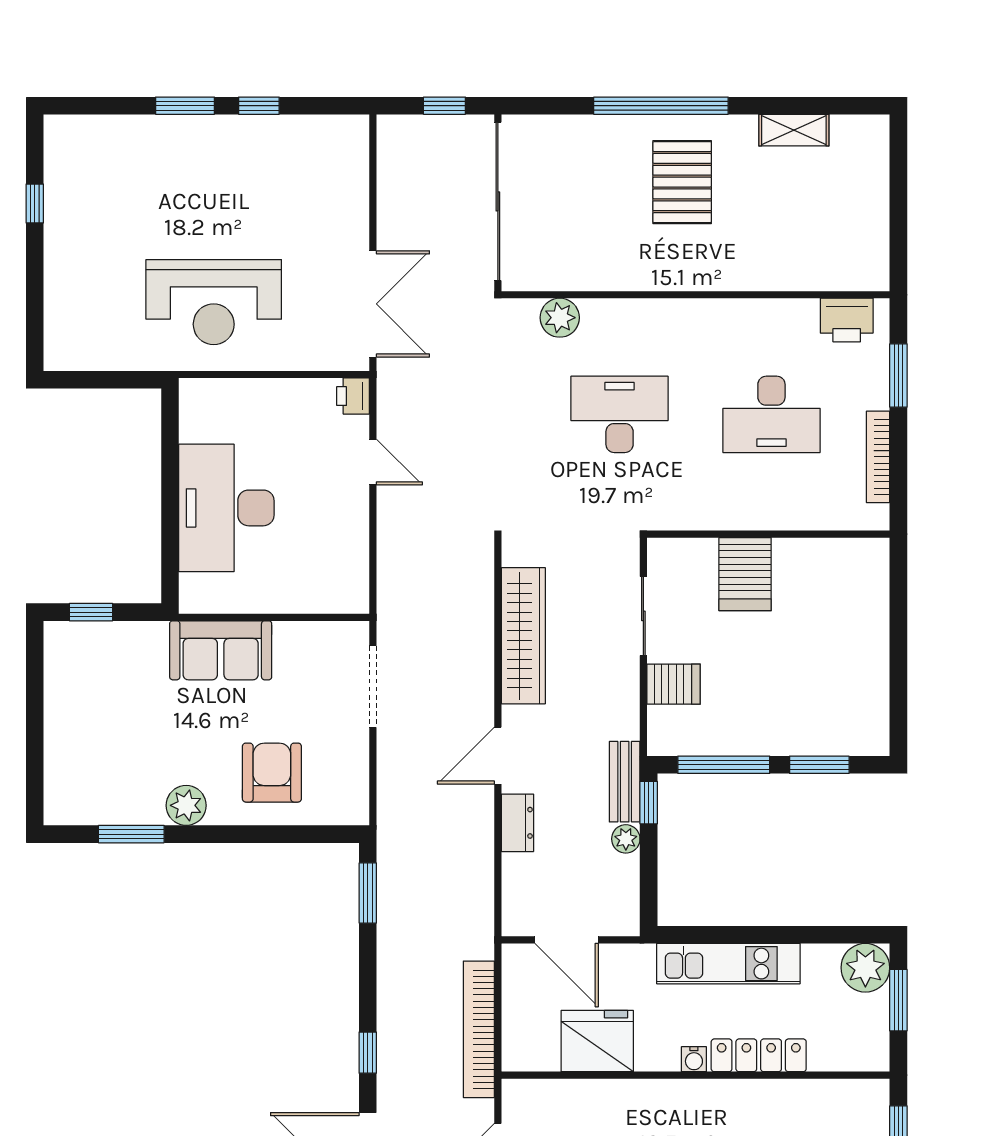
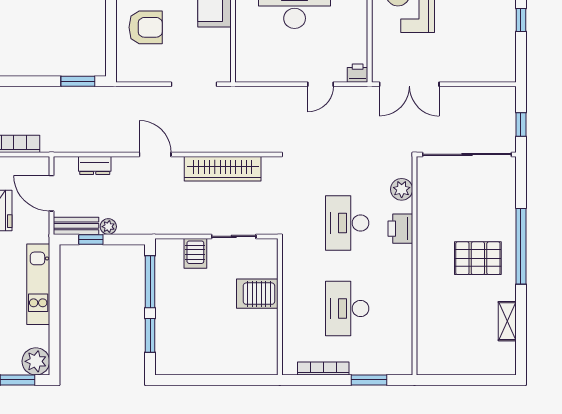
printer: (847, 320) -> (400, 229), moved
desk: (620, 414) -> (347, 223), turned 180
bench: (625, 782) -> (76, 226), moved
window: (649, 803) -> (91, 239), moved
dresser: (517, 823) -> (95, 166), moved
door: (567, 940) -> (51, 193), hinge flipped

